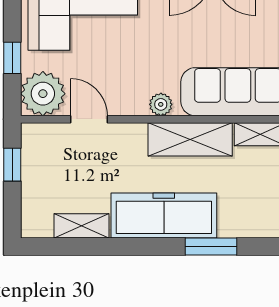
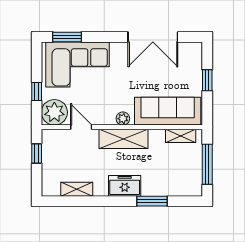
shelving: (190, 139) -> (123, 139), moved
freezer: (164, 216) -> (125, 186), width x0.52, depth x0.79

